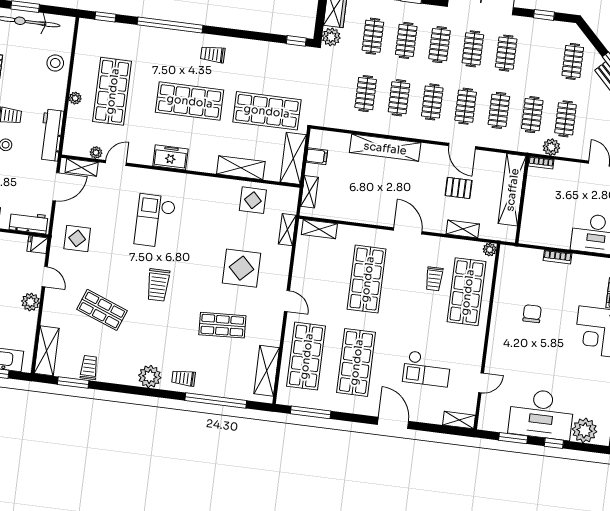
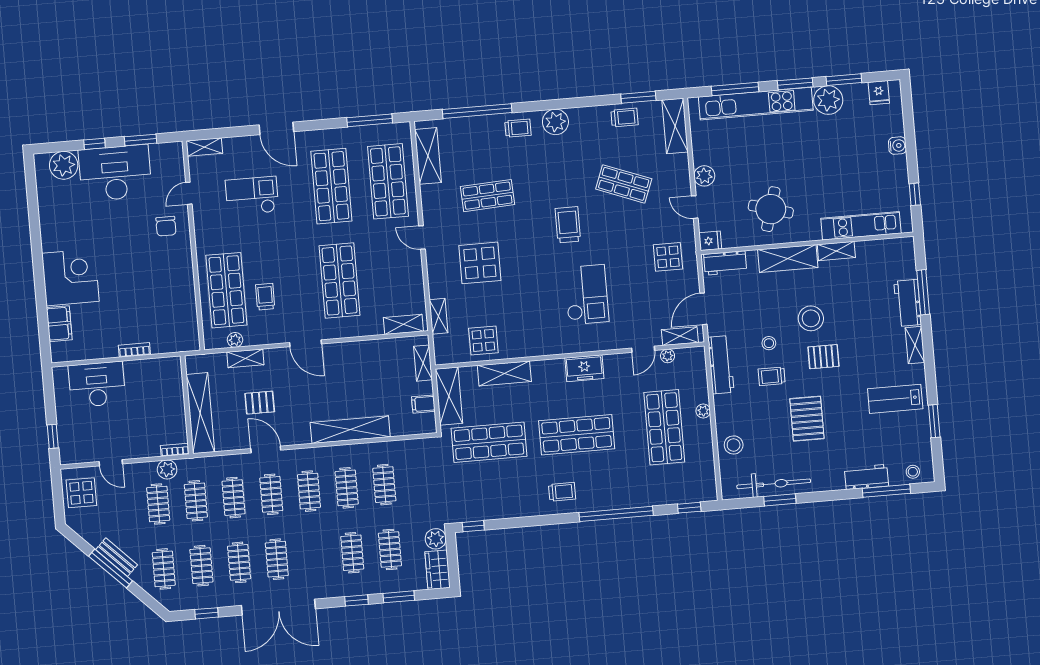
clothes rail: (440, 45) -> (201, 566), moved
plant: (490, 250) -> (235, 340), moved
chair: (532, 314) -> (166, 226), moved
trolley: (89, 368) -> (624, 117), turned -90

